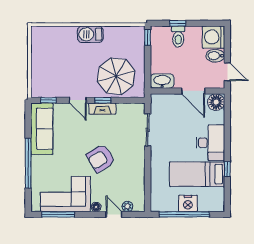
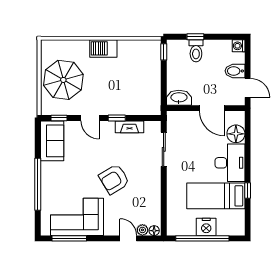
washing machine: (213, 37) -> (239, 46), width x0.53, depth x0.53
parasol: (116, 76) -> (63, 80), moved
floor lamp: (216, 102) -> (236, 134), moved
fireplace: (102, 109) -> (130, 127), moved
sofa: (42, 129) -> (52, 141), width x0.73
floor lamp: (96, 207) -> (154, 231), moved

